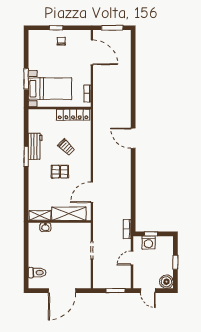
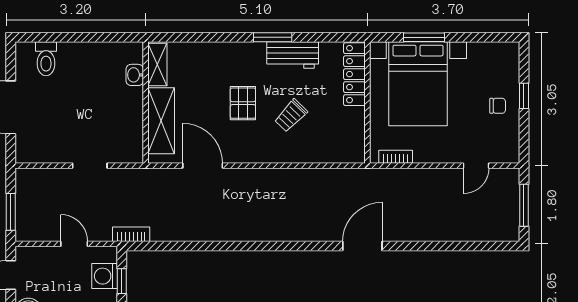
door: (92, 52) -> (476, 166), width x0.53
bed with nightstands: (50, 89) -> (418, 84), width x1.36
locker: (73, 115) -> (354, 74), moved
door: (133, 138) -> (362, 246), moved

